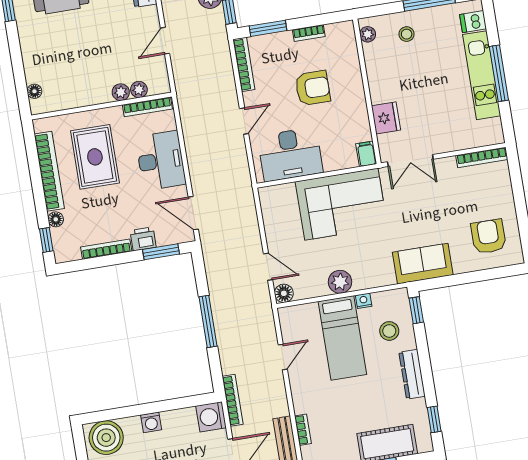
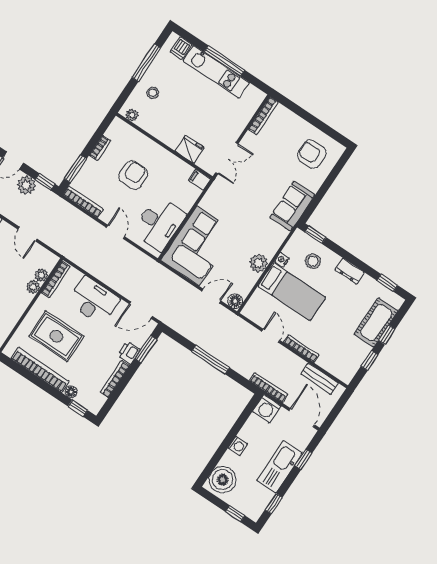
corner sofa: (341, 204) -> (198, 246), moved
dresser: (412, 374) -> (350, 271), width x0.70
bookcase: (303, 430) -> (301, 349), moved, width x1.56

